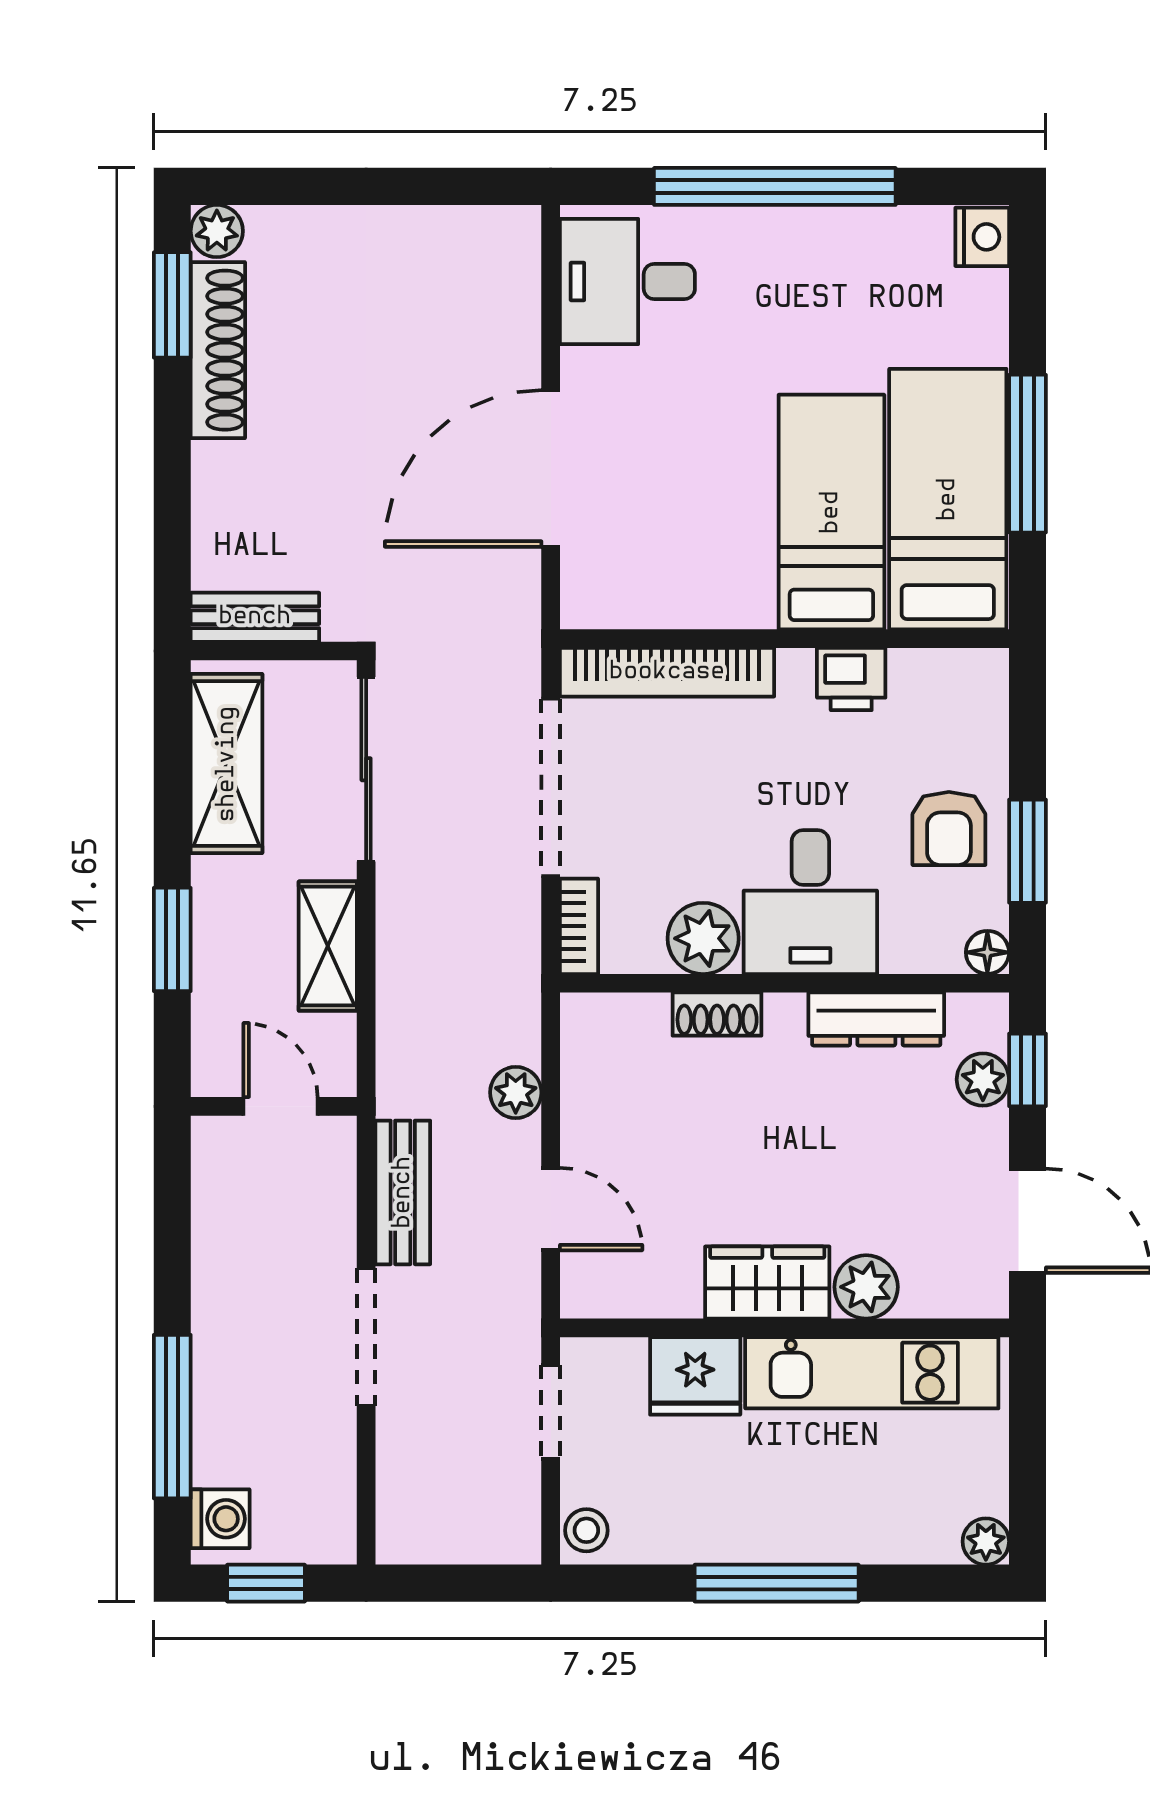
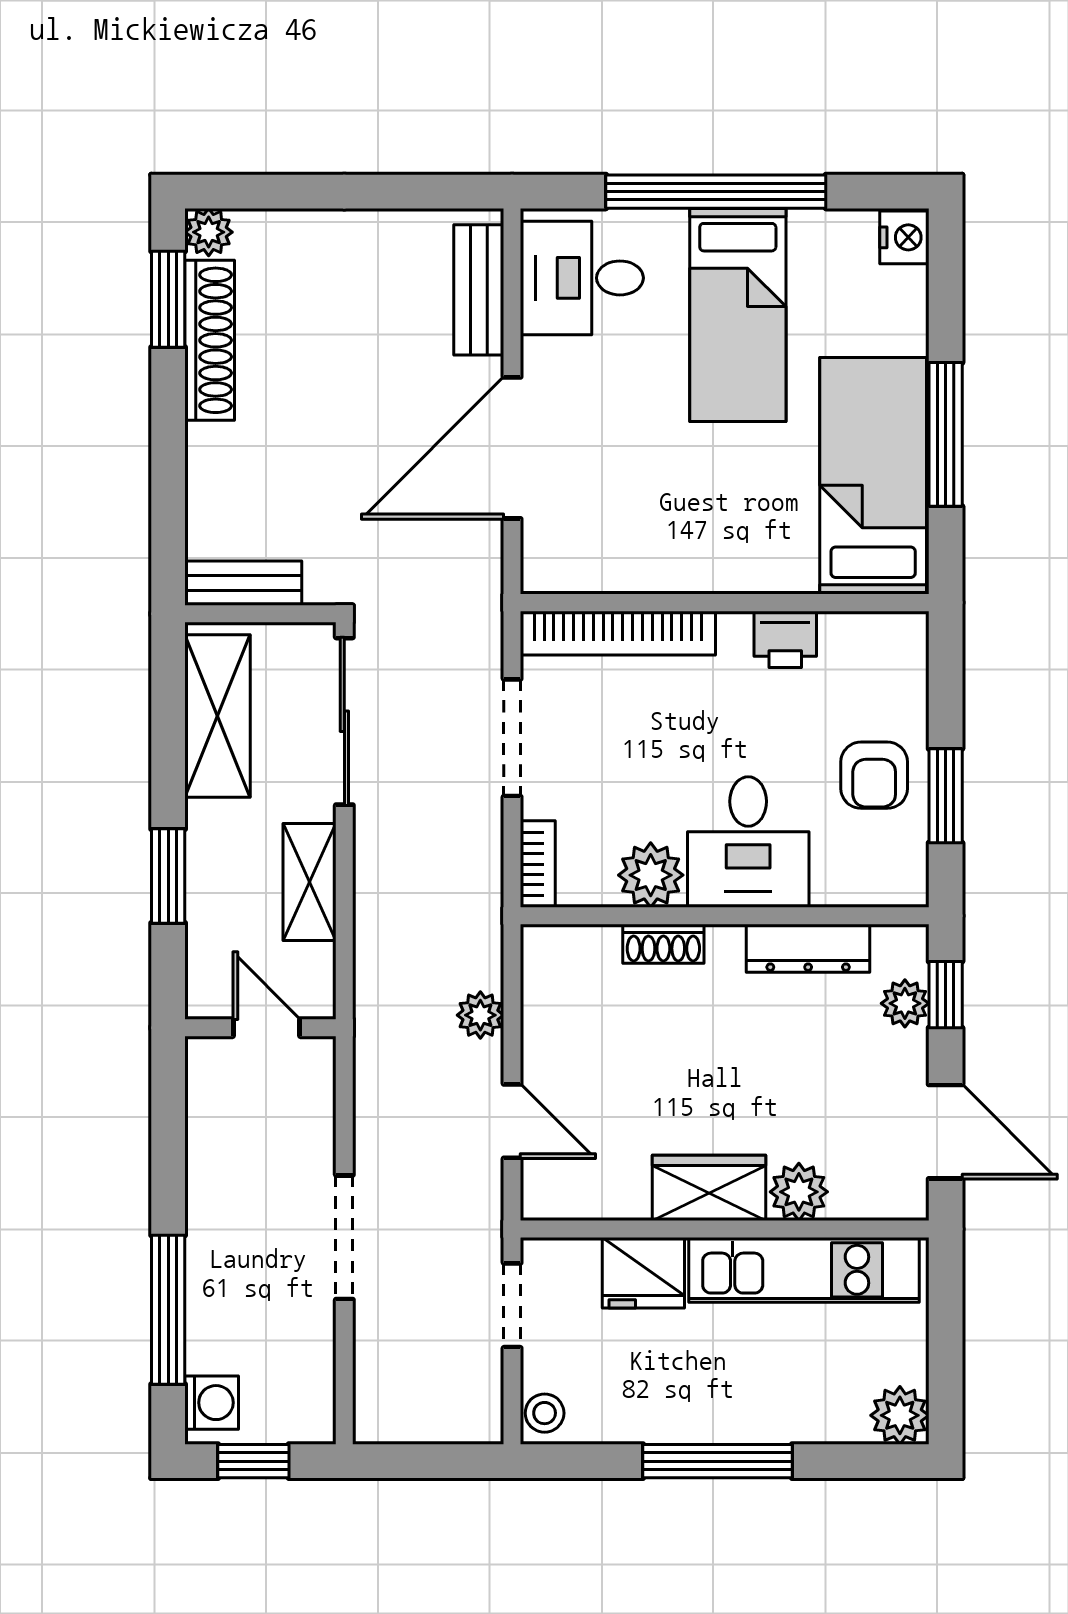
bed: (831, 512) -> (738, 315), moved, turned 180
doorway: (551, 787) -> (512, 738), width x0.73
floor lamp: (987, 952) -> (909, 888), removed
bench: (403, 1192) -> (479, 290), moved
plant: (986, 1541) -> (900, 1415), width x1.38, depth x1.38

